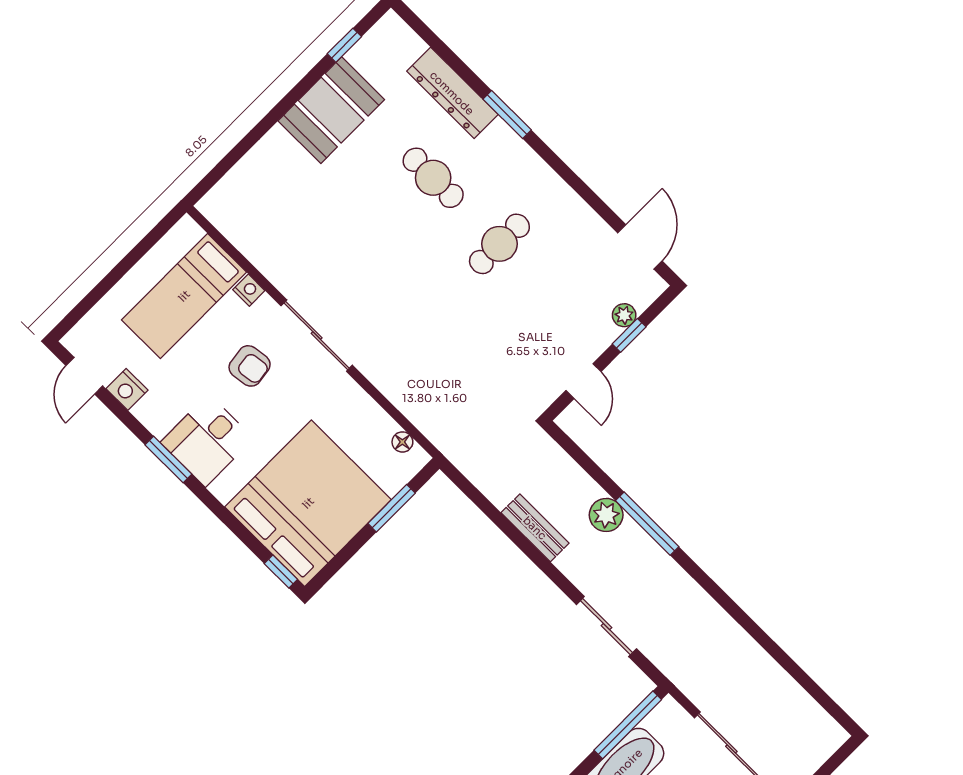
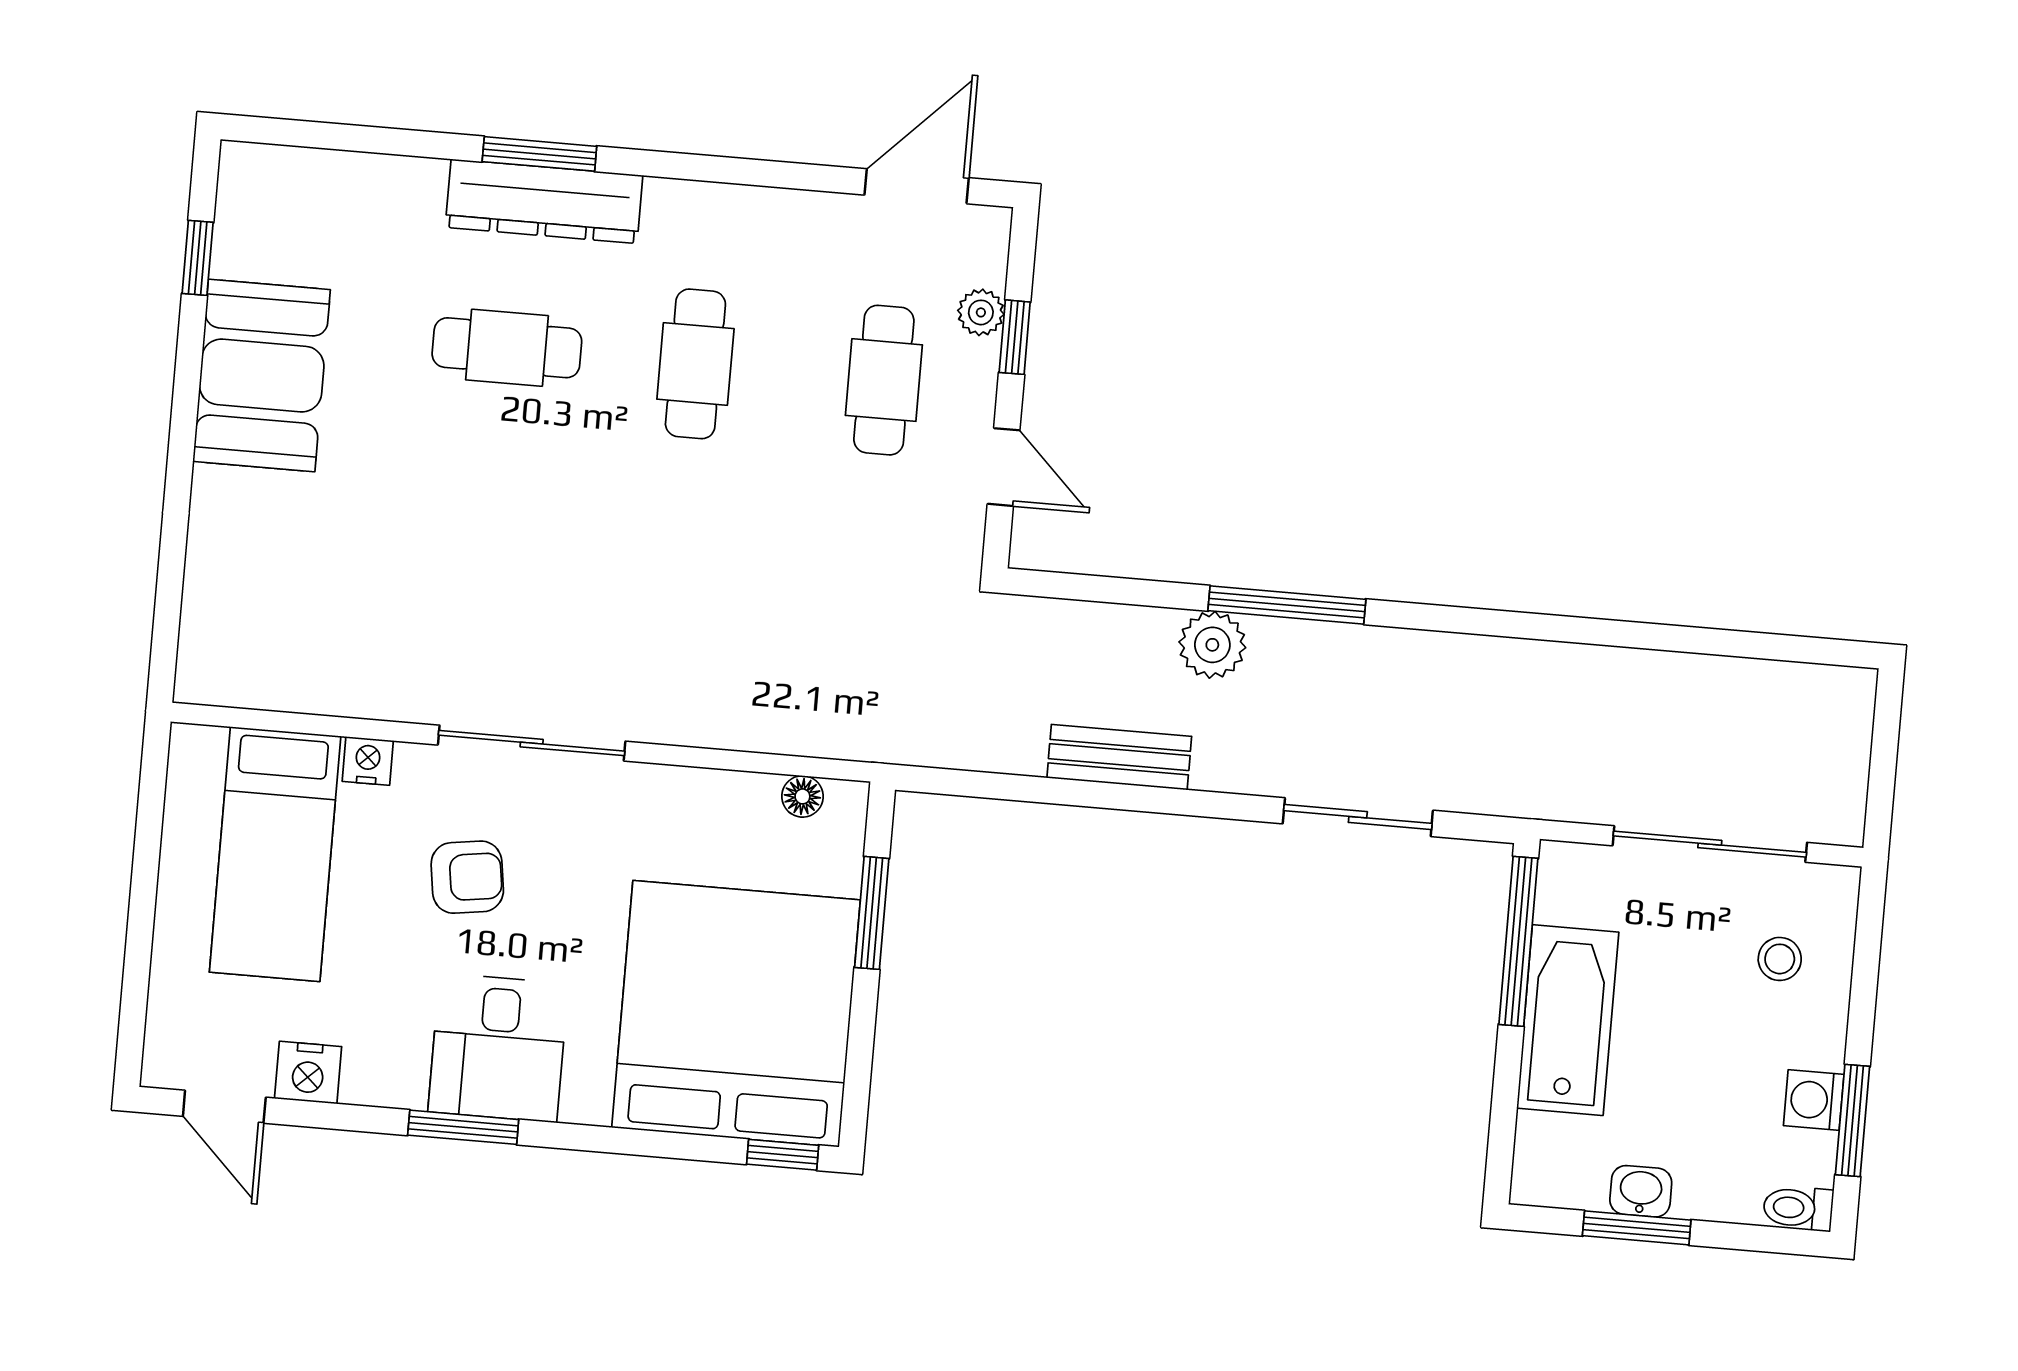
dresser: (452, 93) -> (544, 201), moved
door: (640, 247) -> (917, 186), hinge flipped
cafe table: (566, 310) -> (884, 380), added

